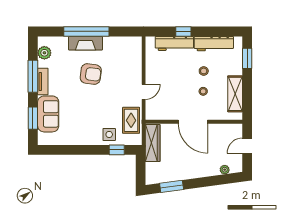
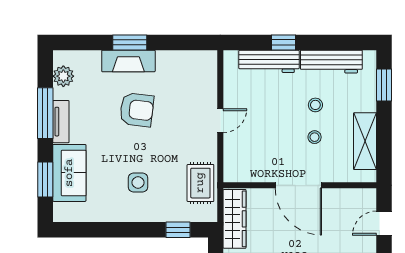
window: (86, 31) -> (130, 42), width x0.47
door: (144, 92) -> (220, 121), moved
side table: (109, 134) -> (138, 182), moved

